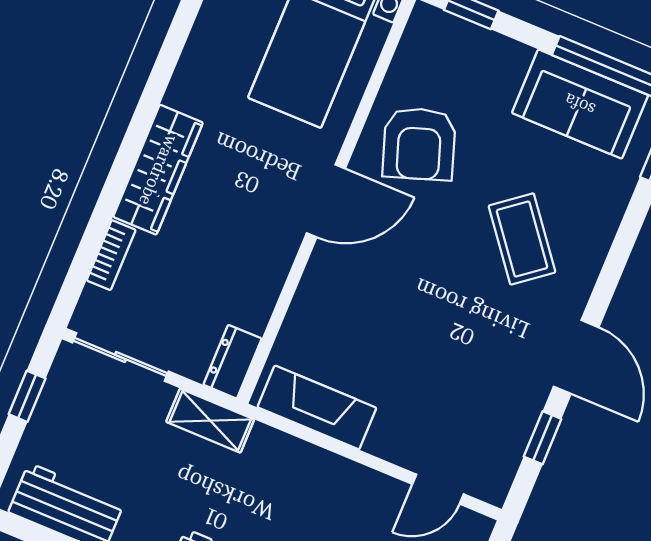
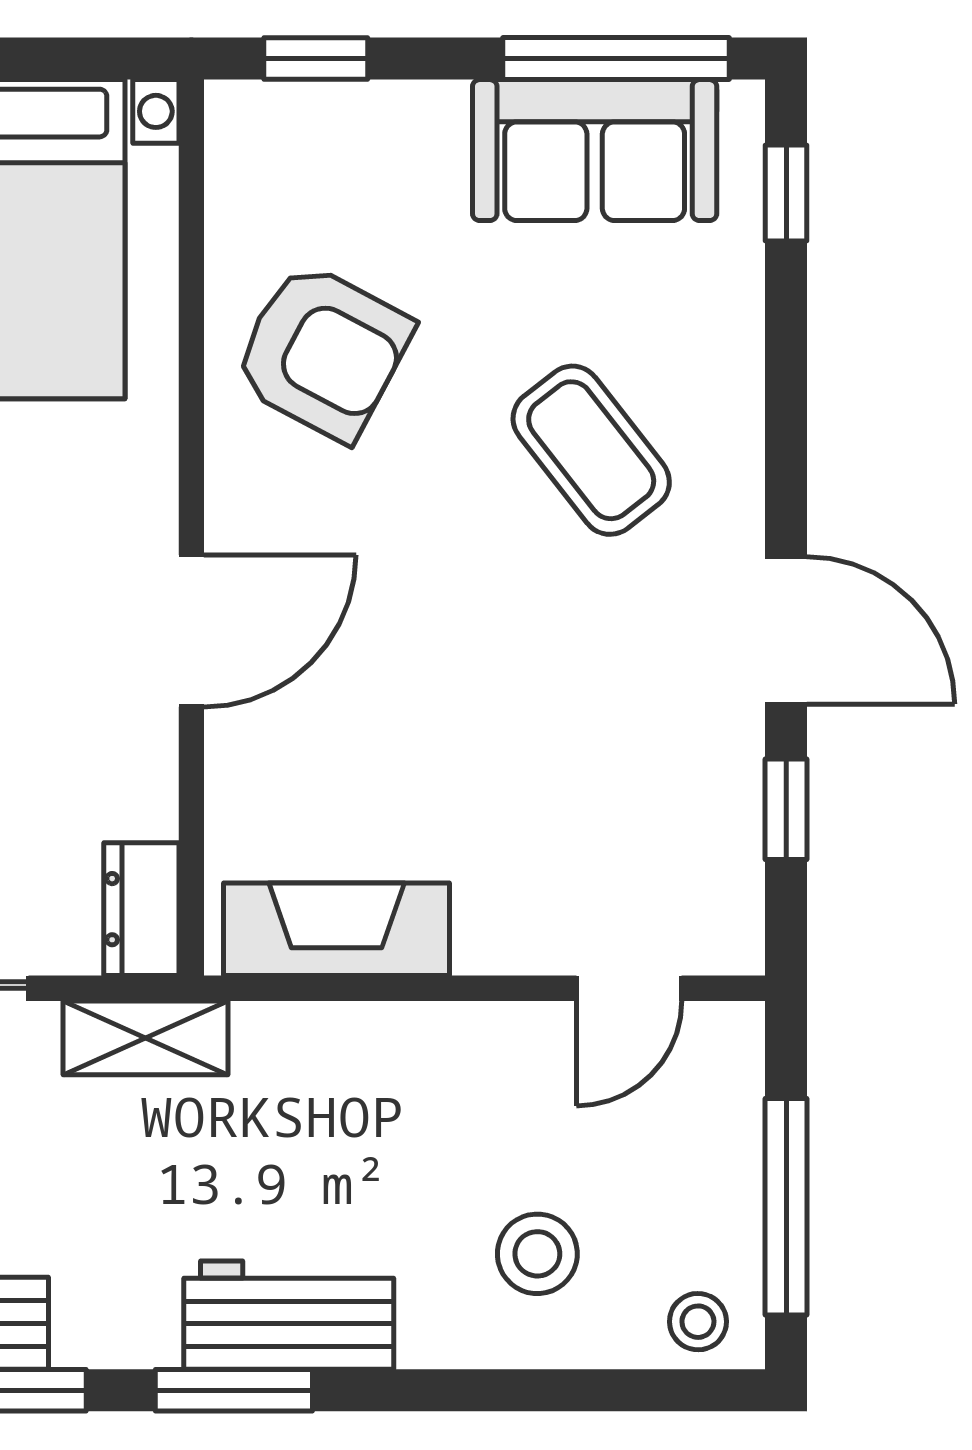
armchair: (419, 144) -> (322, 352), turned -43
door: (326, 201) -> (191, 631), moved

